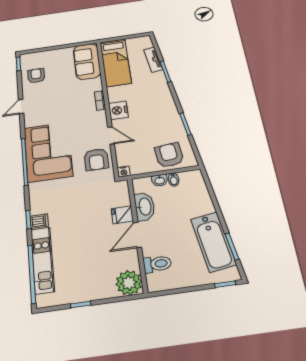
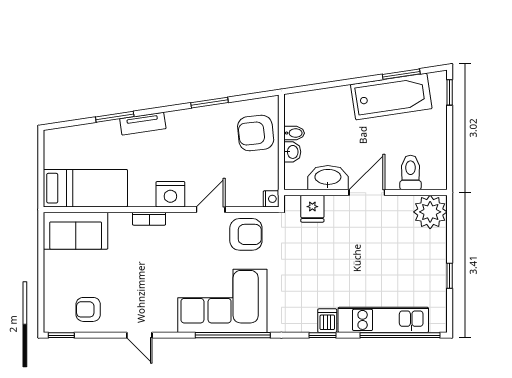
tv unit: (153, 60) -> (143, 124), moved
fridge: (122, 215) -> (312, 209), moved
door: (137, 235) -> (367, 193), swing flipped

